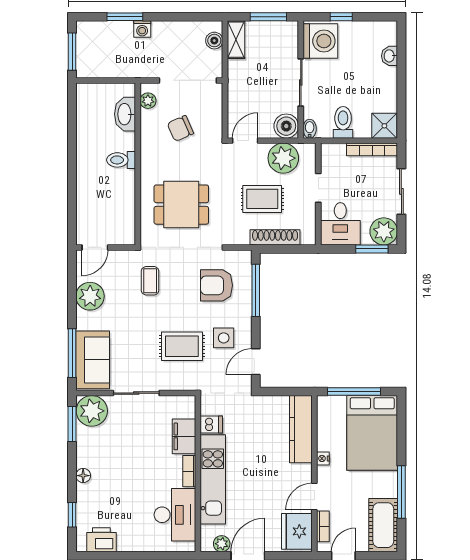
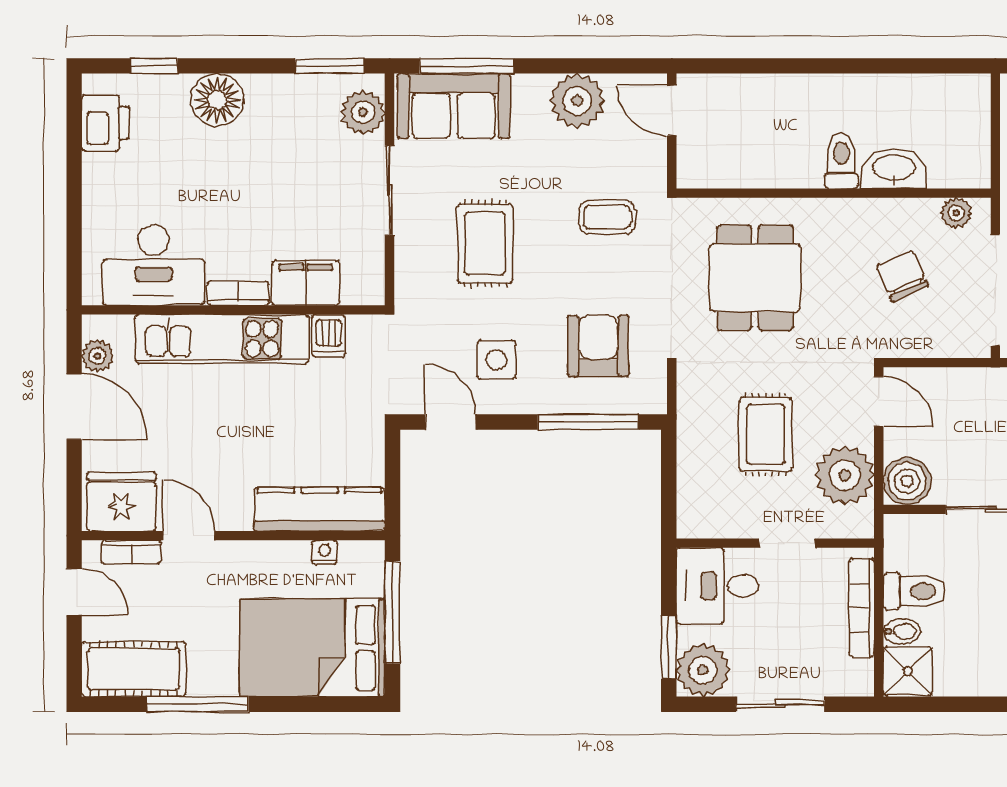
washbasin: (125, 114) -> (894, 169), moved
bidet: (310, 129) -> (902, 631), moved
bookcase: (372, 149) -> (862, 608), moved
shoe rack: (275, 237) -> (691, 459), removed
rug: (182, 346) -> (485, 244), moved
plant: (92, 411) -> (363, 112), width x0.73, depth x0.73
nightstand: (323, 458) -> (325, 552), moved
floor lamp: (83, 476) -> (217, 100), width x1.89, depth x1.89

